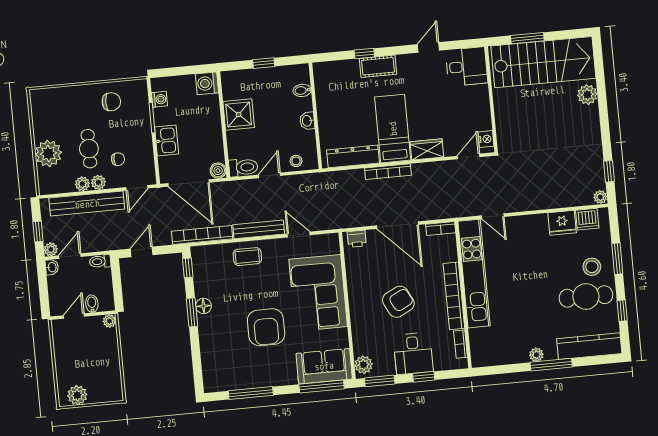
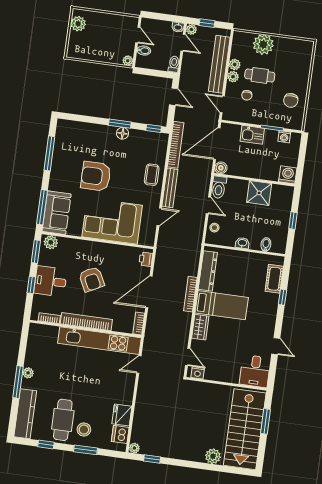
cot: (378, 66) -> (274, 279), moved

